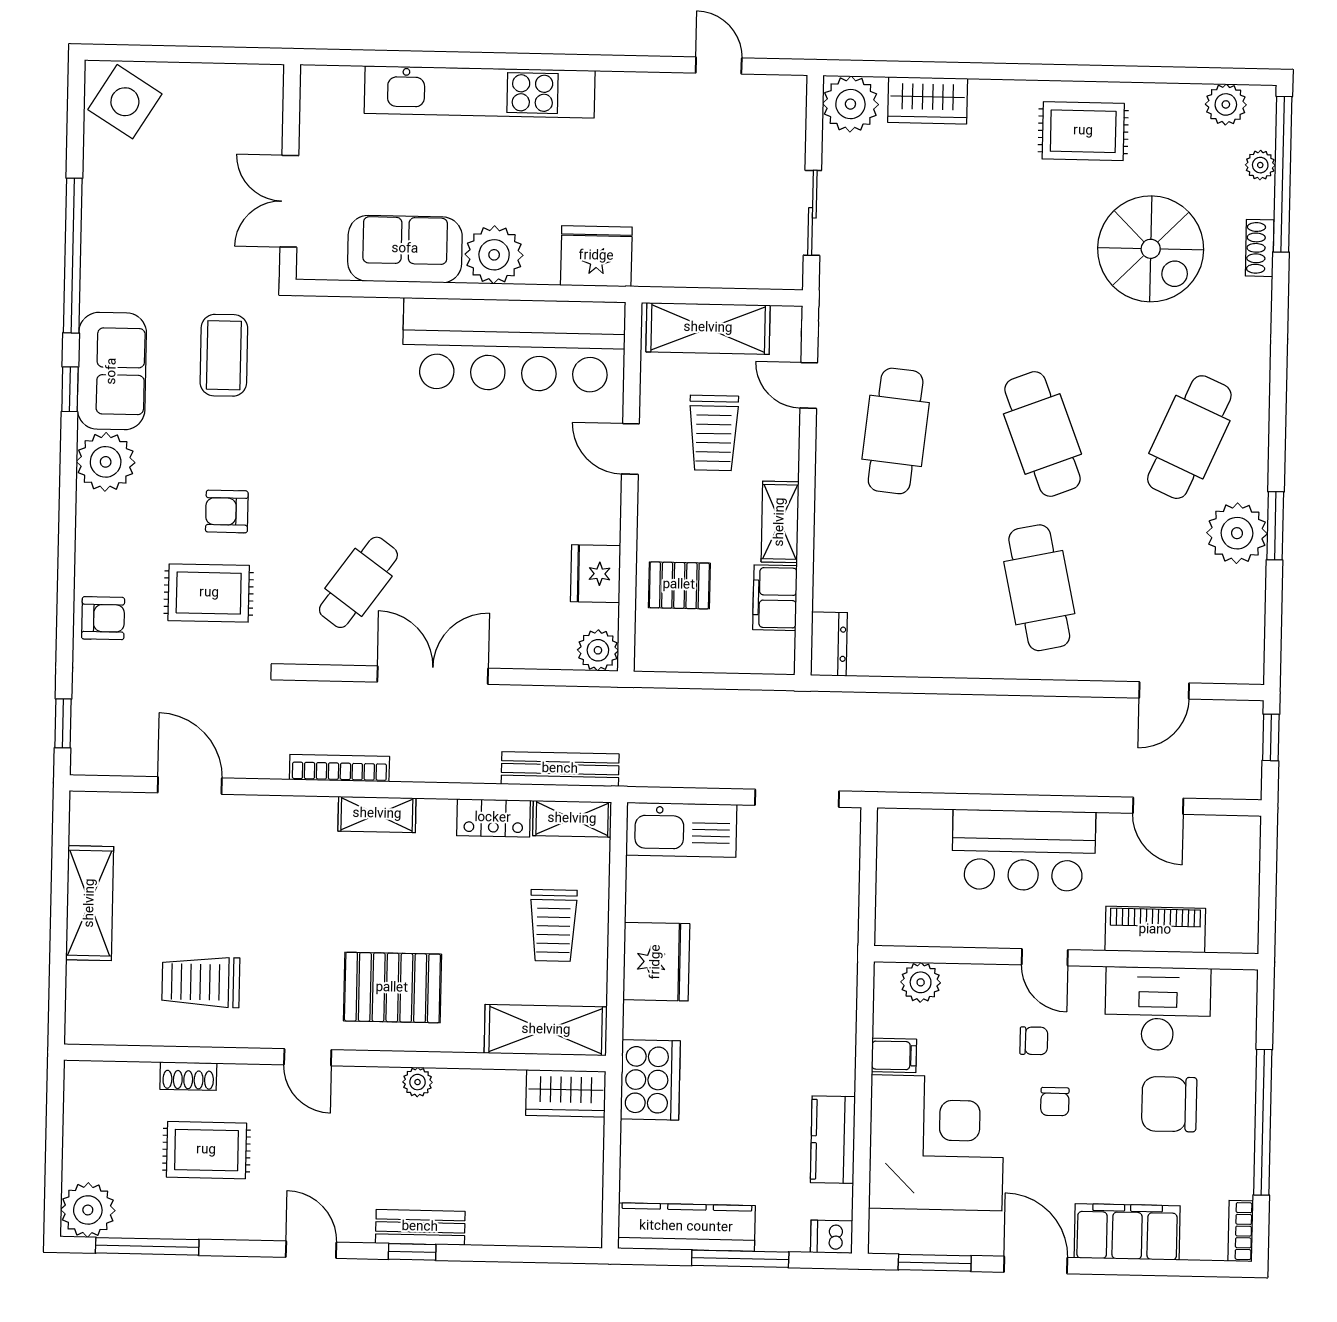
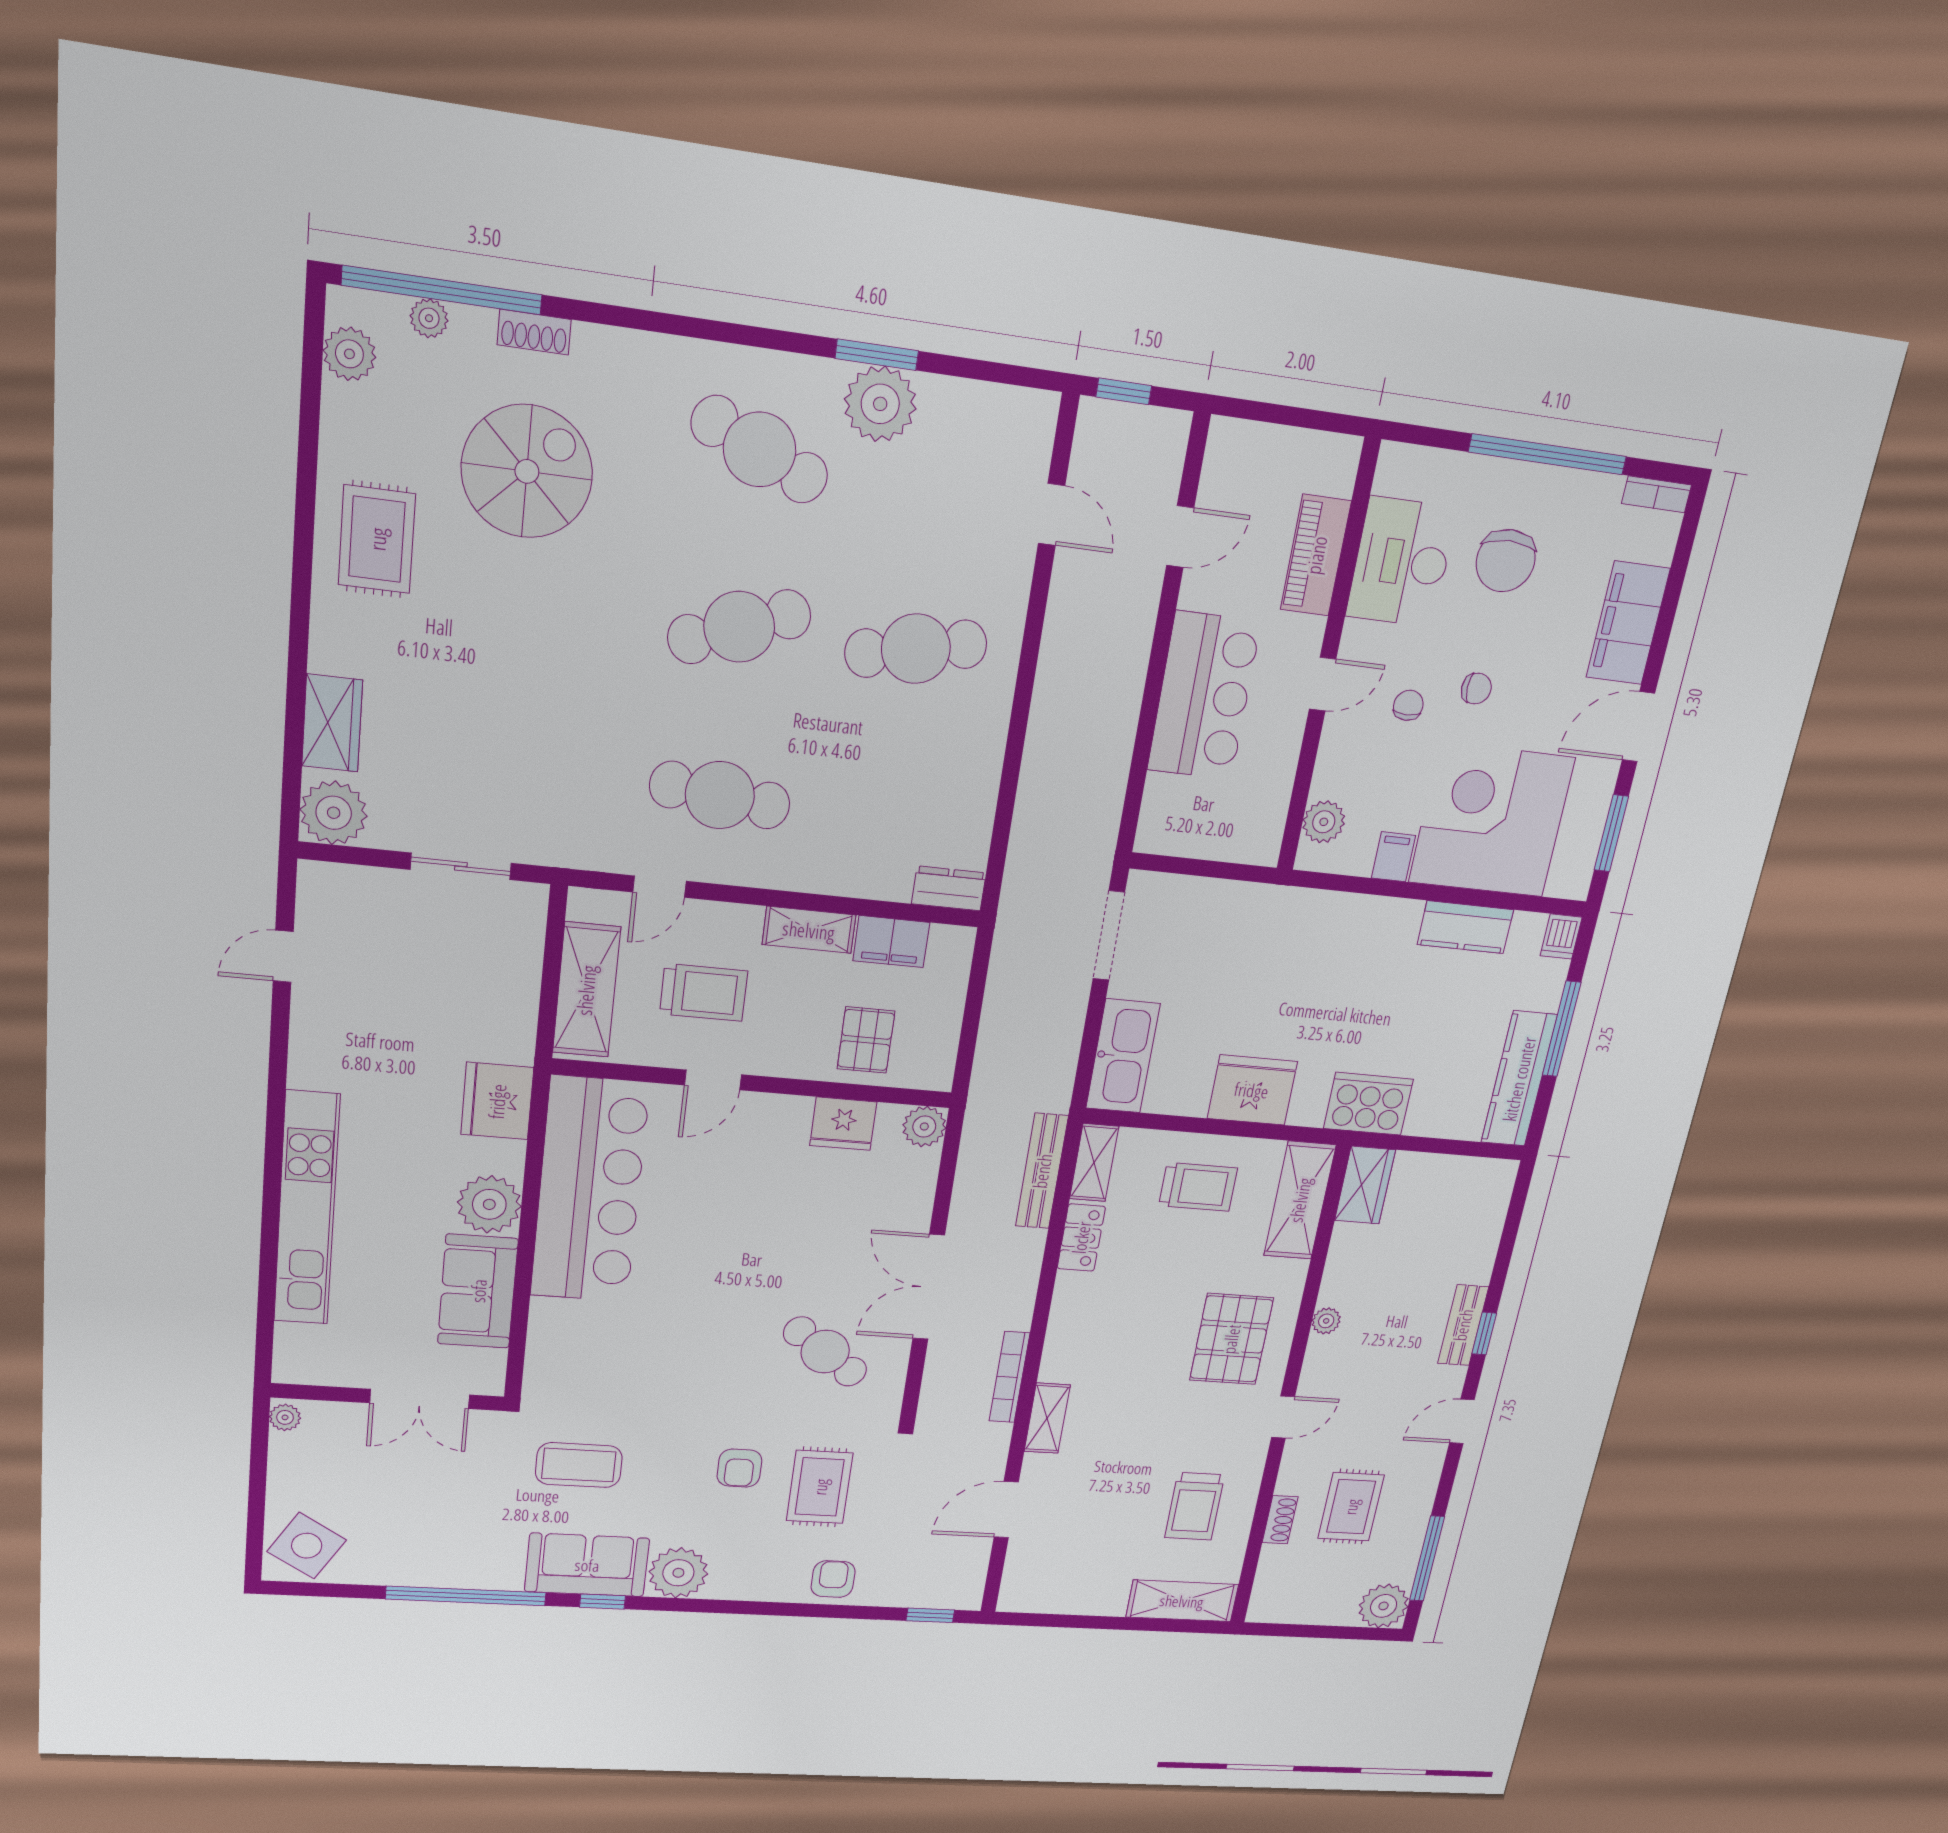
plant: (264, 78) -> (285, 1417), added
shelving: (377, 814) -> (1047, 1418), moved
shelving: (90, 903) -> (1182, 1601), moved

